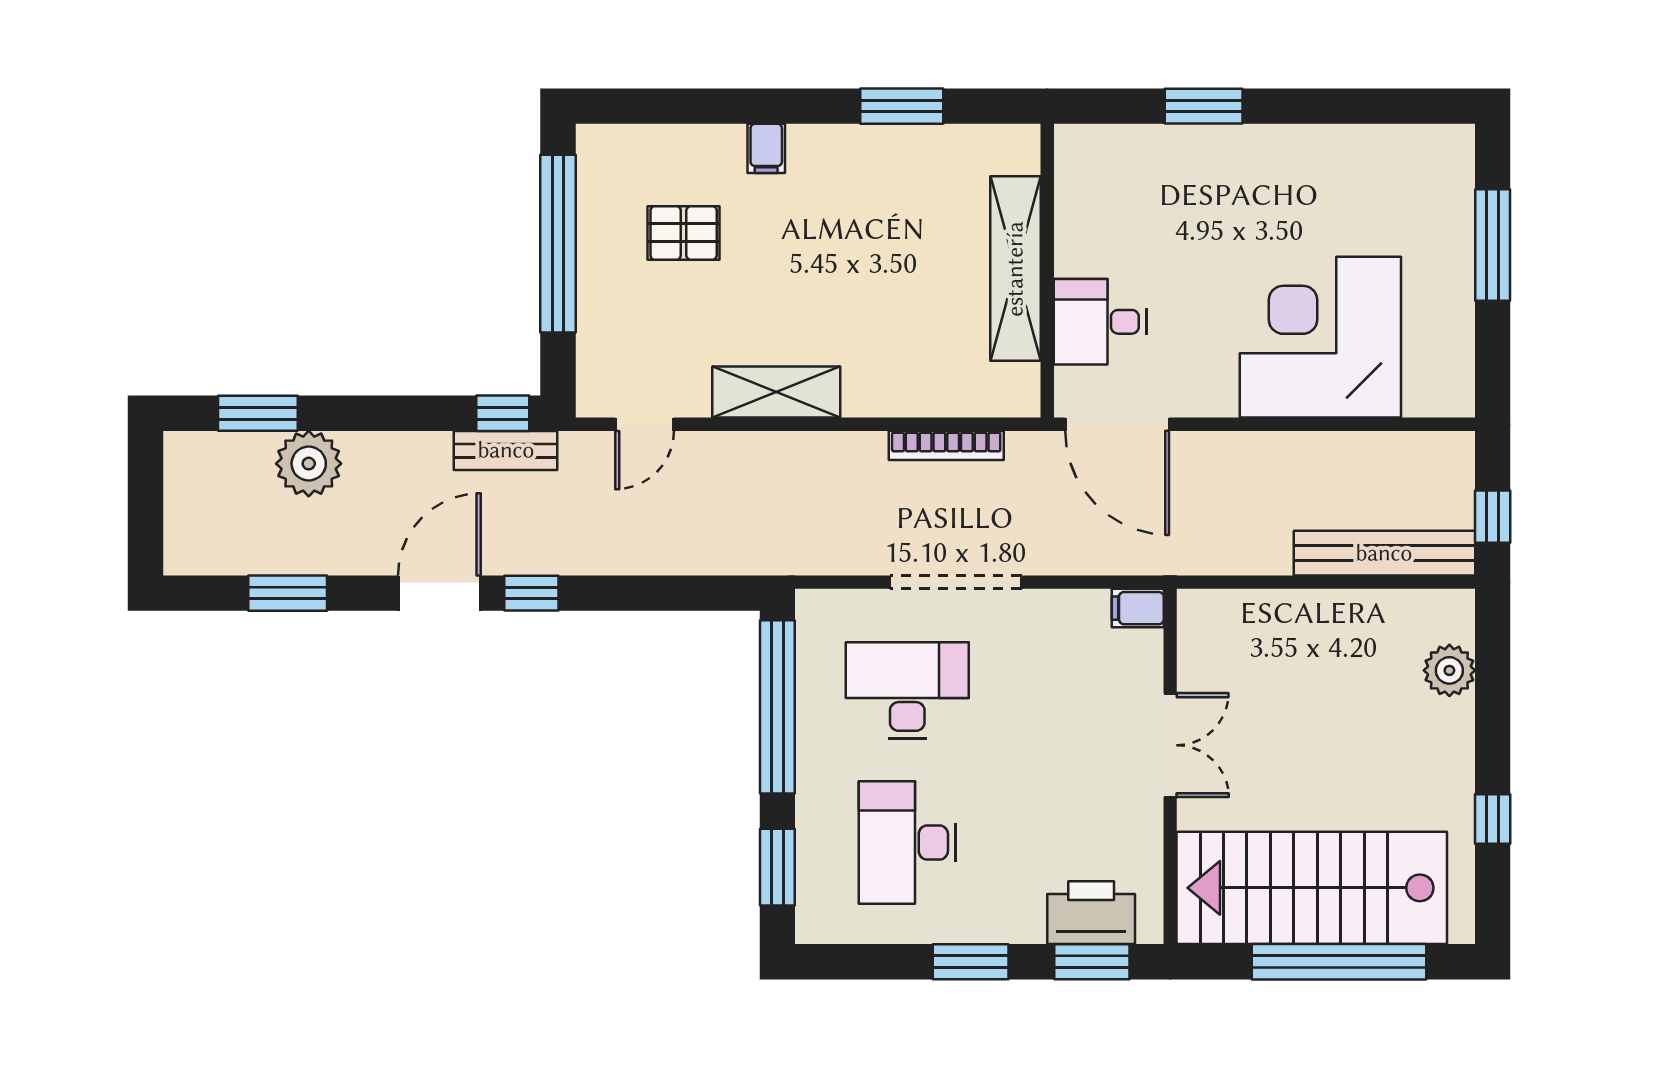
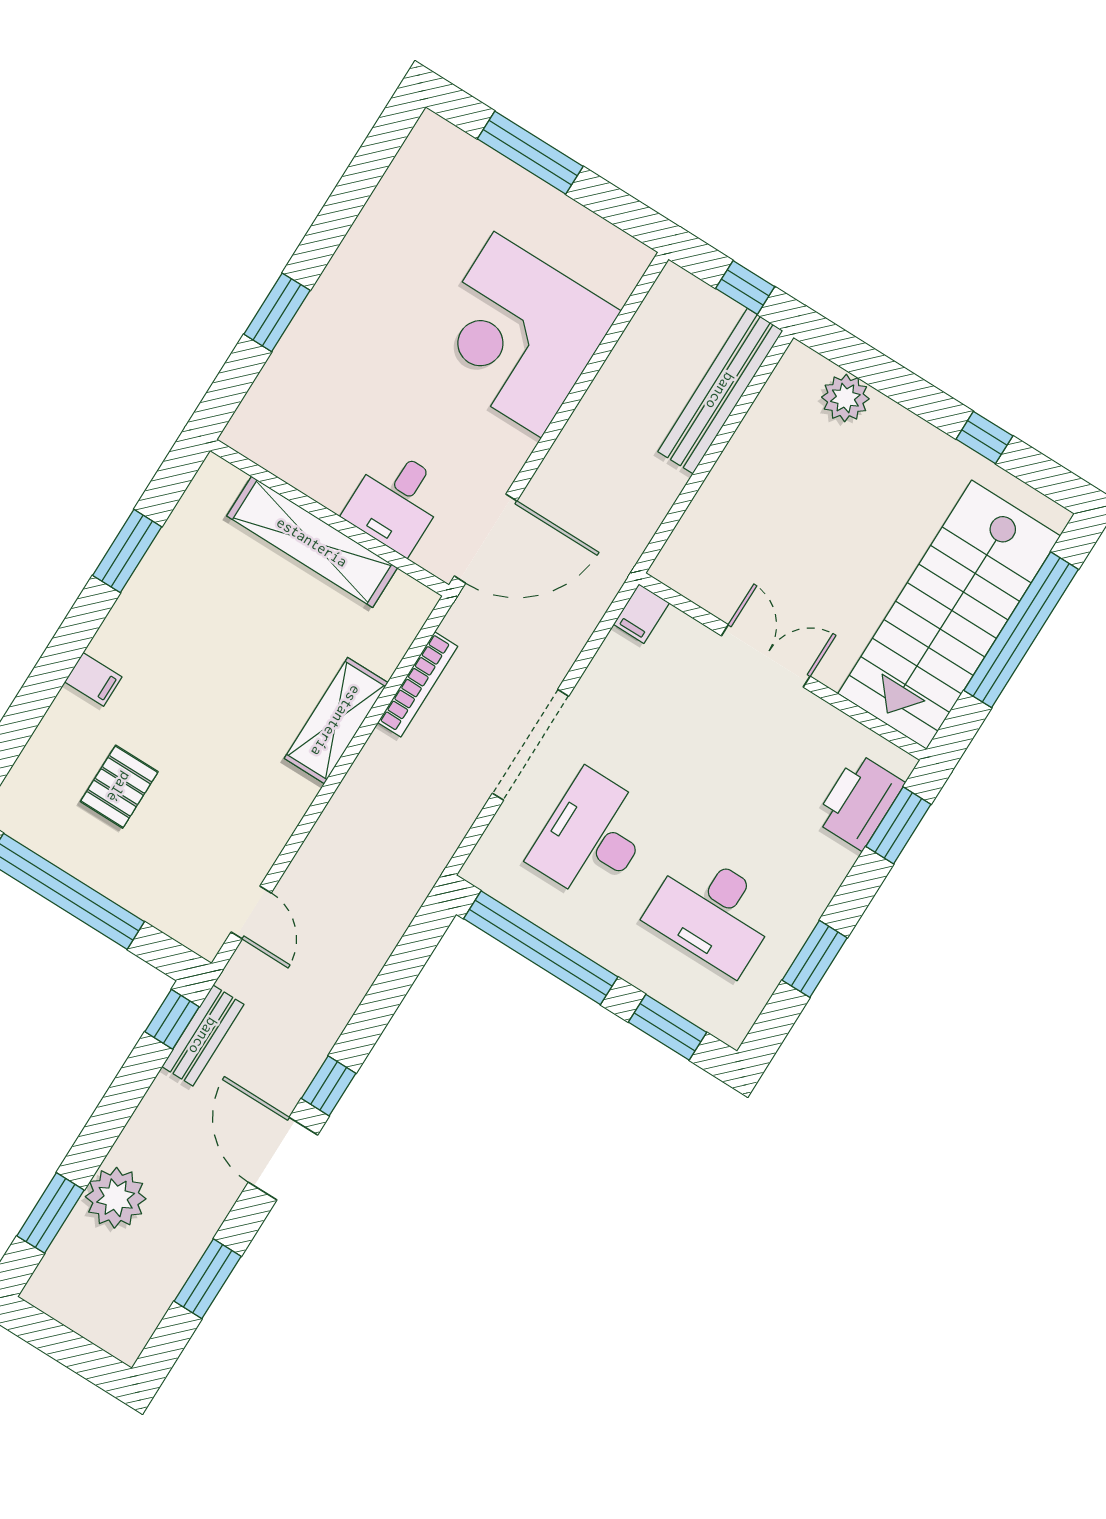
shelving: (776, 392) -> (336, 721), moved
window: (971, 962) -> (815, 959), moved

